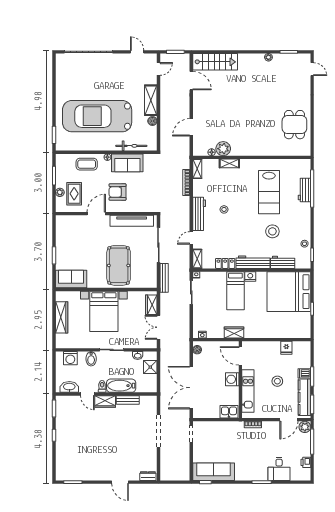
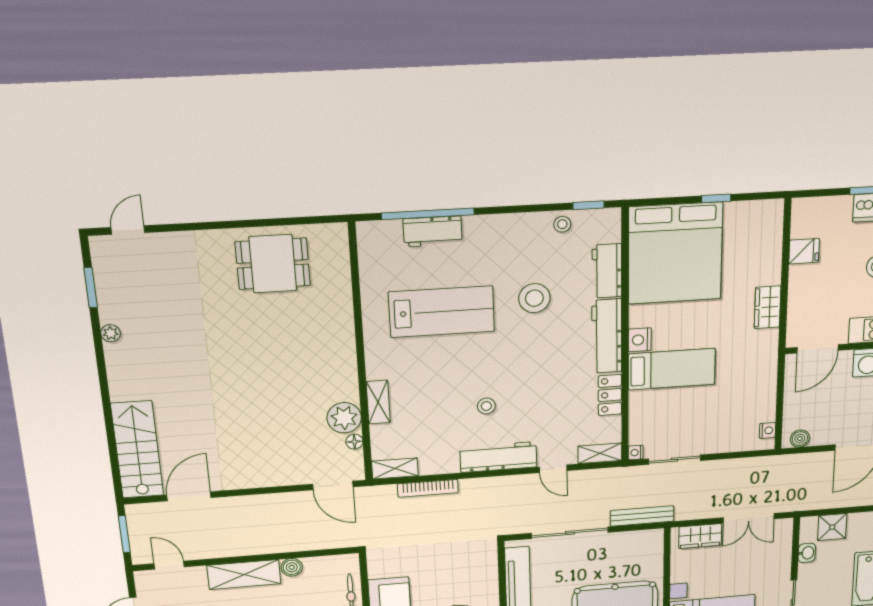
door: (191, 127) -> (333, 485), moved
wardrobe: (234, 333) -> (768, 307), moved

